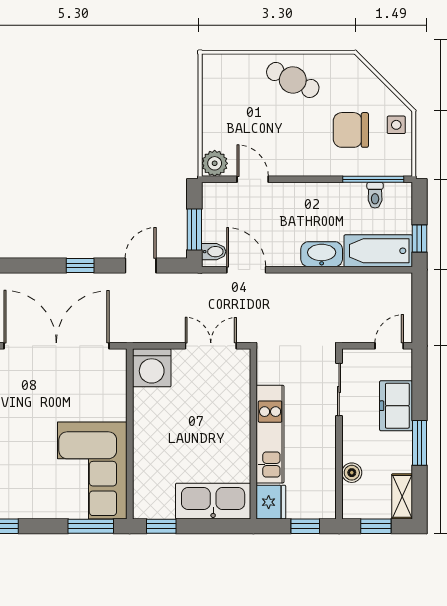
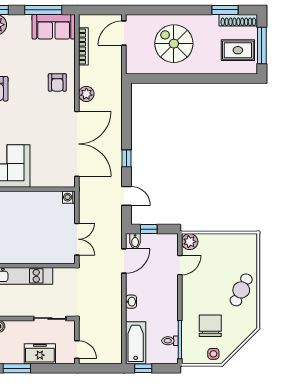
window: (194, 230) -> (149, 229), width x0.67
washbasin: (322, 254) -> (131, 302), width x0.52, depth x0.69
washing machine: (152, 368) -> (69, 197), width x0.53, depth x0.53

